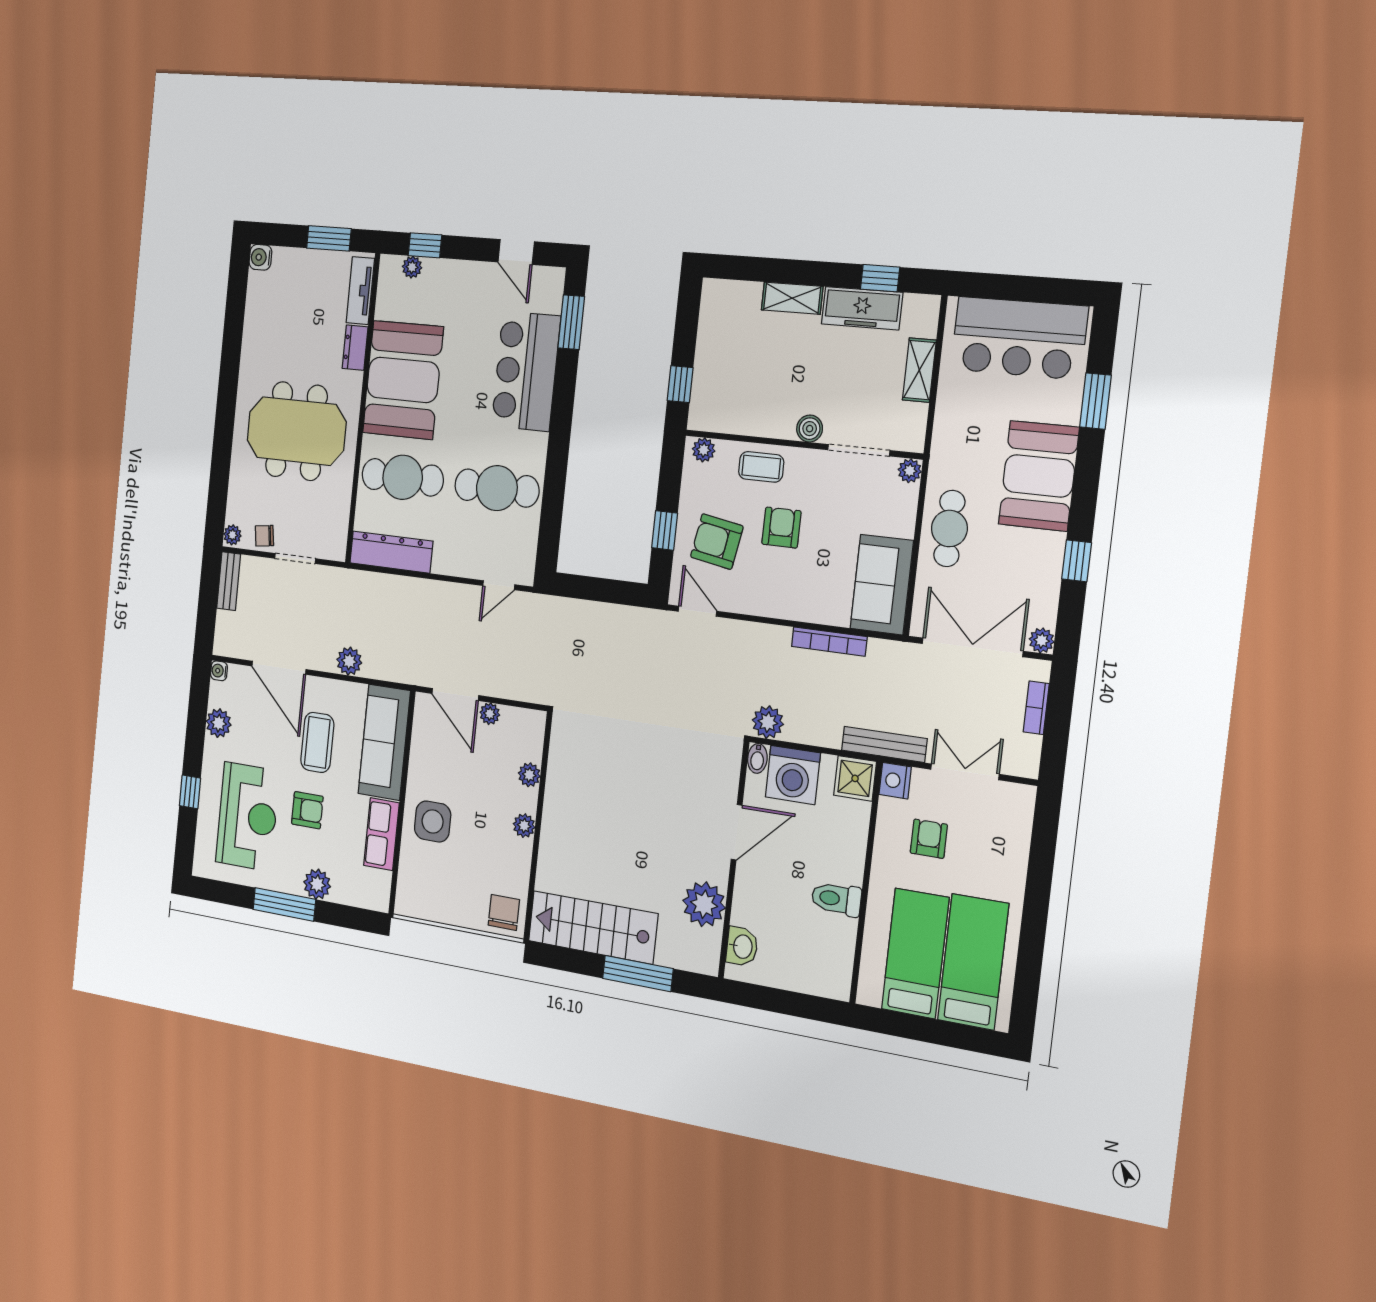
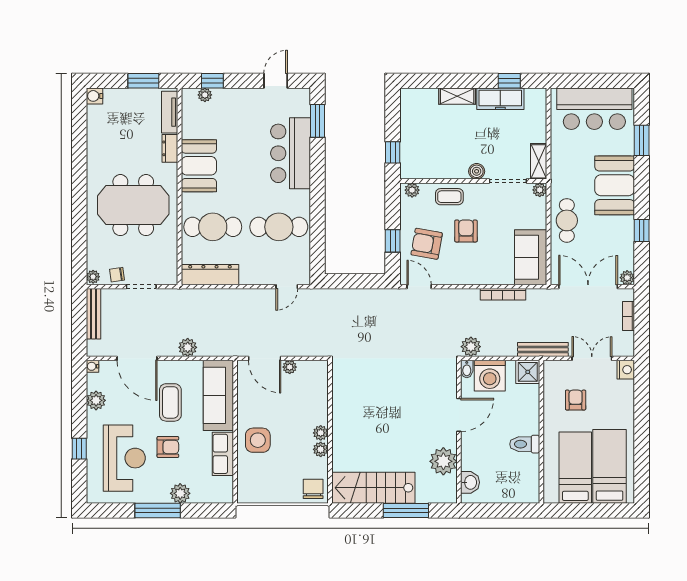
door: (516, 252) -> (276, 81), swing flipped
shelving: (919, 370) -> (539, 161), moved
booth: (403, 380) -> (199, 166), width x0.73, depth x0.70
bench: (229, 581) -> (93, 314), width x1.36
plant: (529, 775) -> (321, 449), moved
nightstand: (895, 781) -> (626, 370), moved, turned 180

